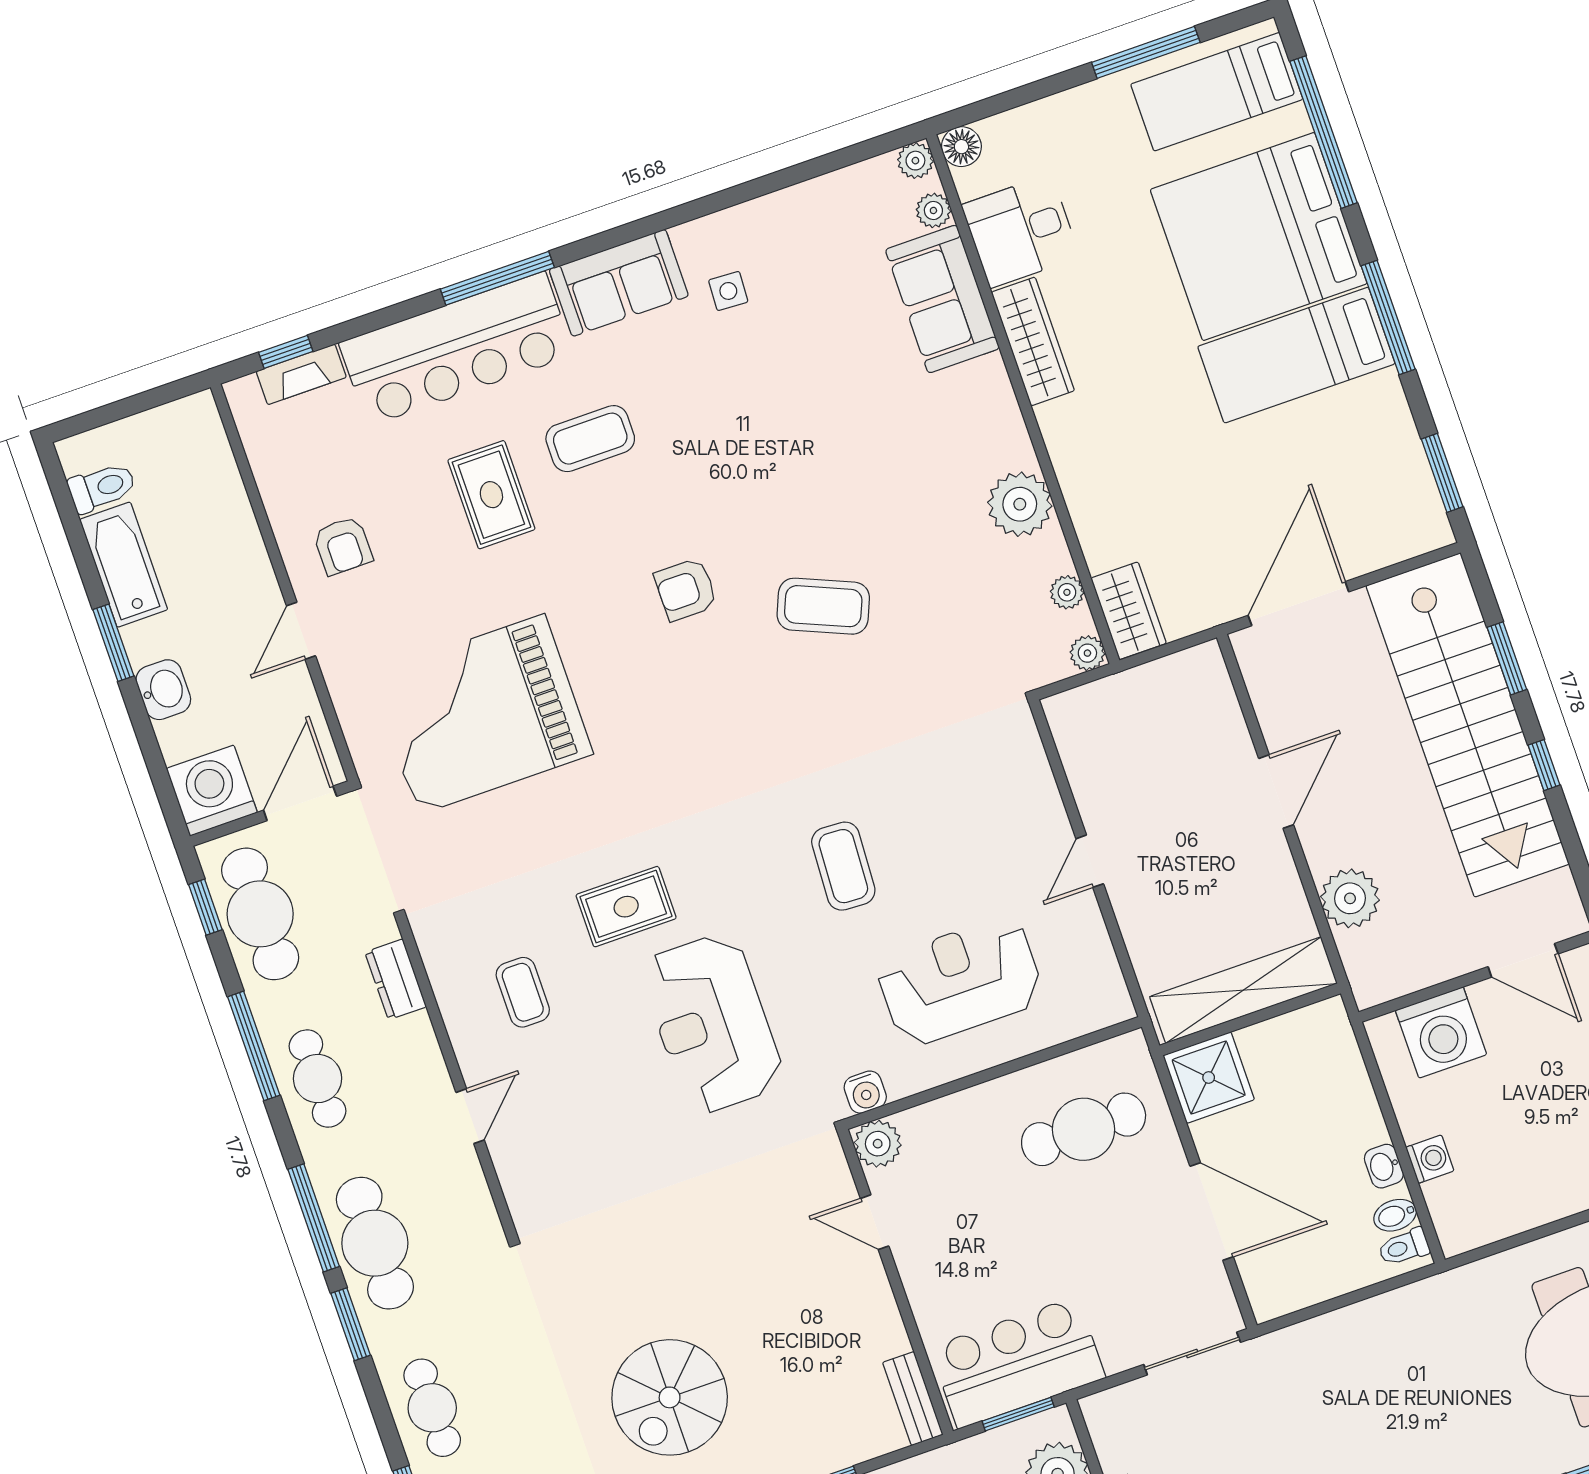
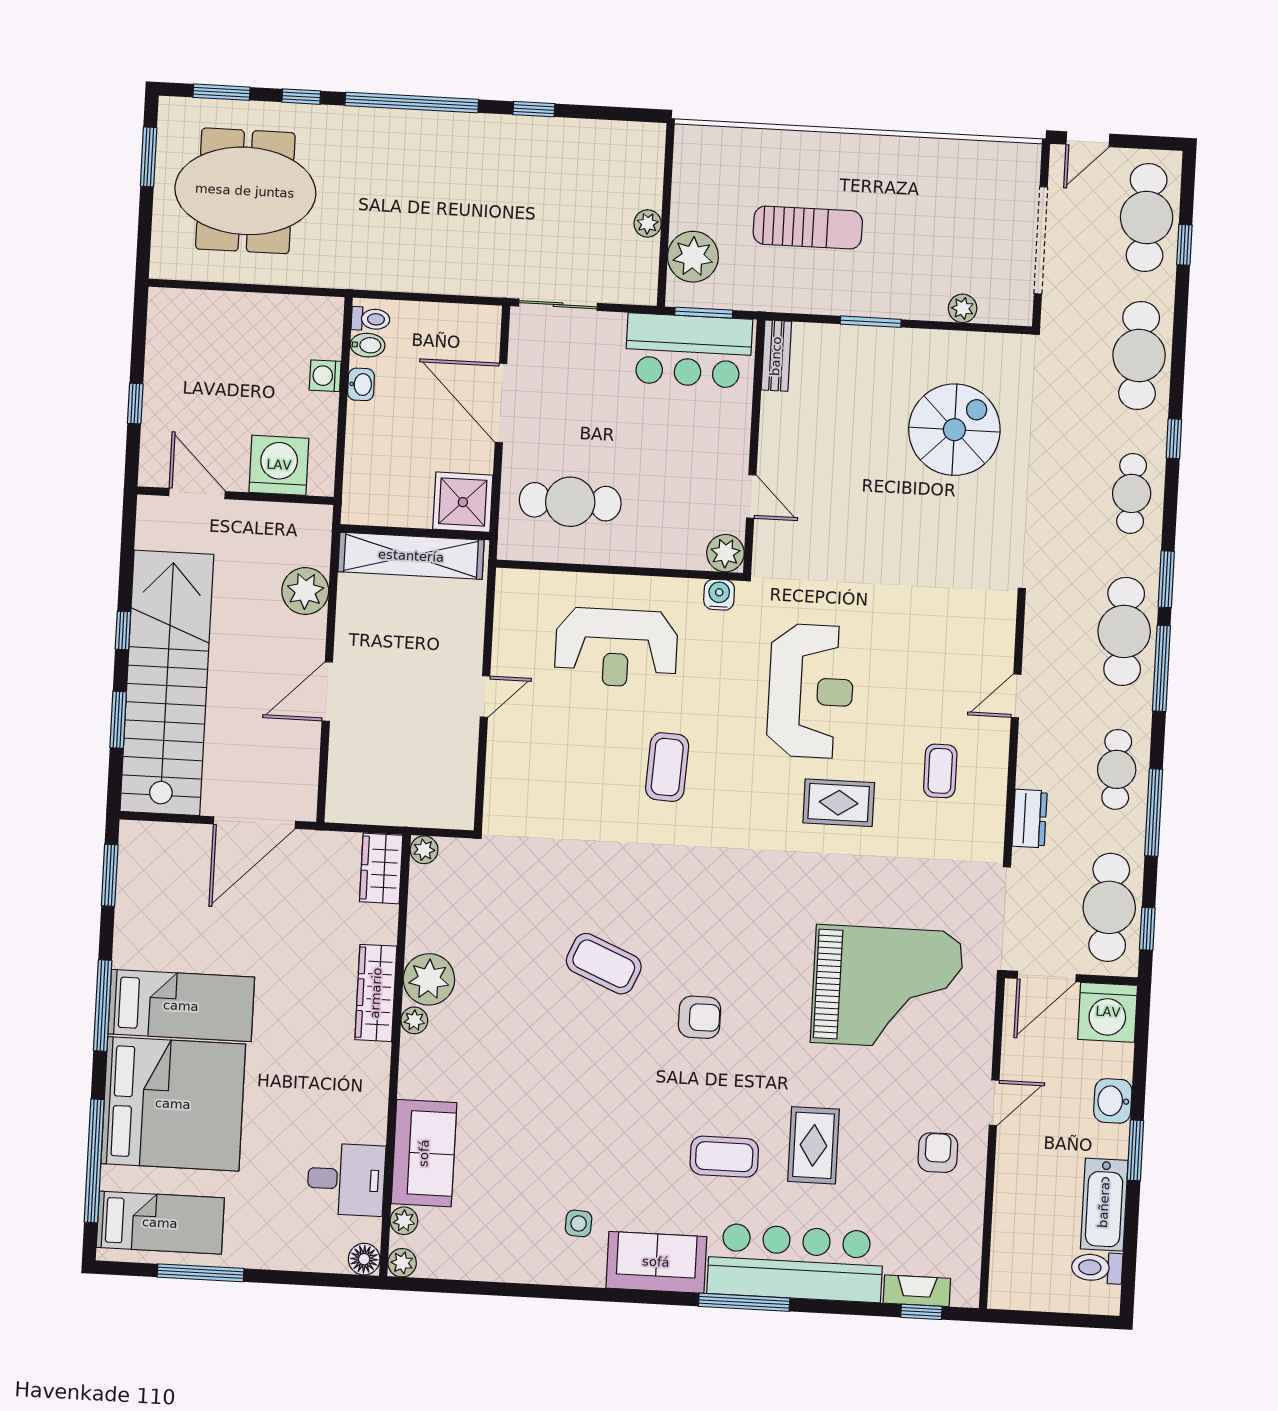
wardrobe: (1033, 341) -> (376, 993), moved
plant: (1067, 592) -> (414, 1020), moved

